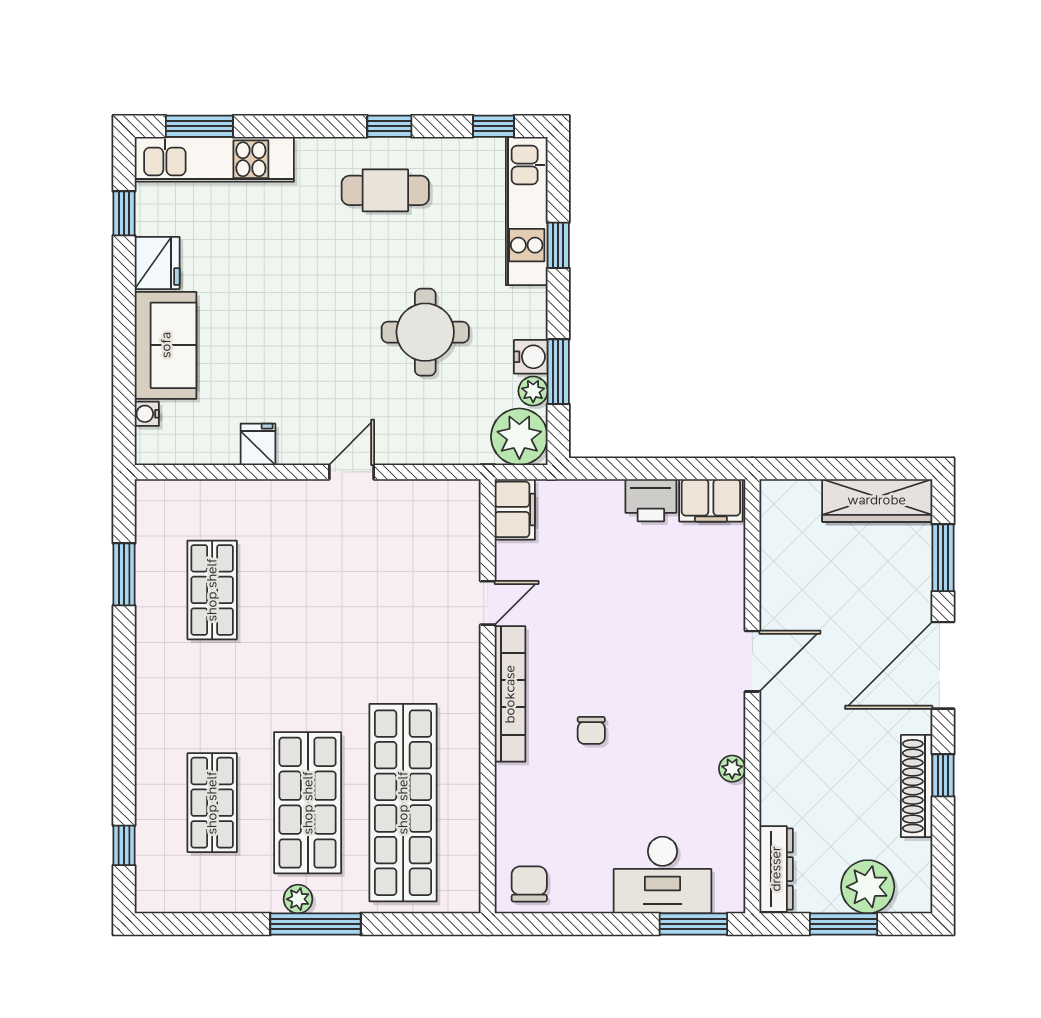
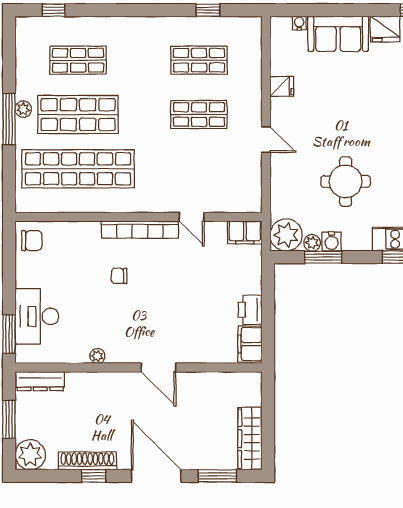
window: (124, 574) -> (208, 10), width x0.67
shop shelf: (308, 590) -> (199, 115), added
plant: (868, 887) -> (30, 455), moved

